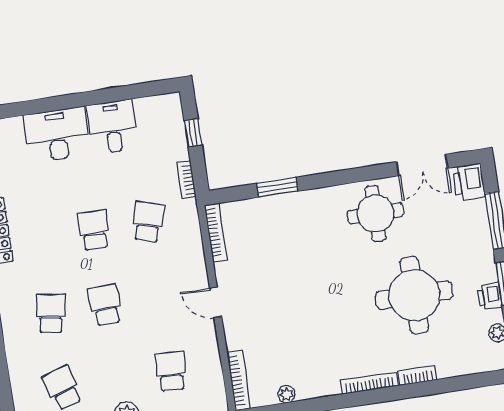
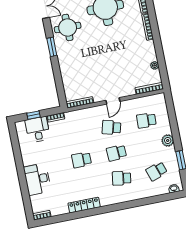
desk: (113, 127) -> (38, 130), moved, turned 90
window: (277, 187) -> (52, 47), moved
school desk: (148, 222) -> (111, 127), moved

